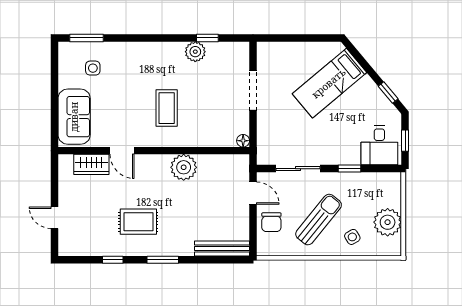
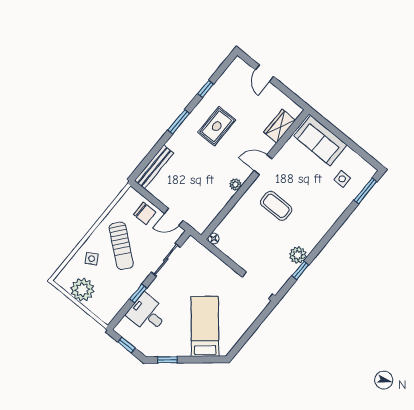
doorway: (253, 90) -> (258, 285), moved
desk: (379, 145) -> (147, 314), moved
door: (122, 151) -> (263, 165), moved
plant: (184, 167) -> (235, 185), width x0.53, depth x0.53
door: (55, 218) -> (264, 73), swing flipped
chair: (271, 222) -> (145, 213), turned 180

